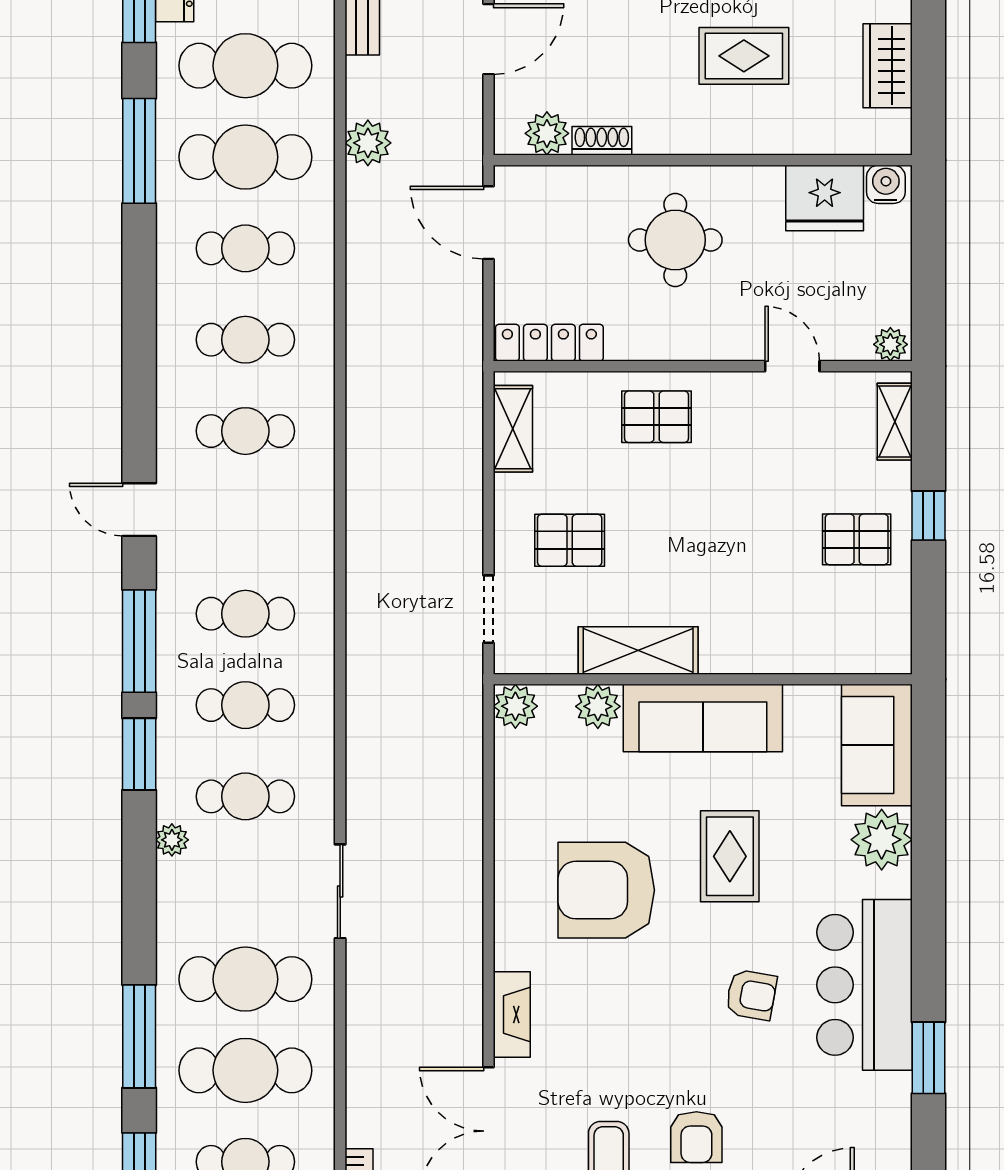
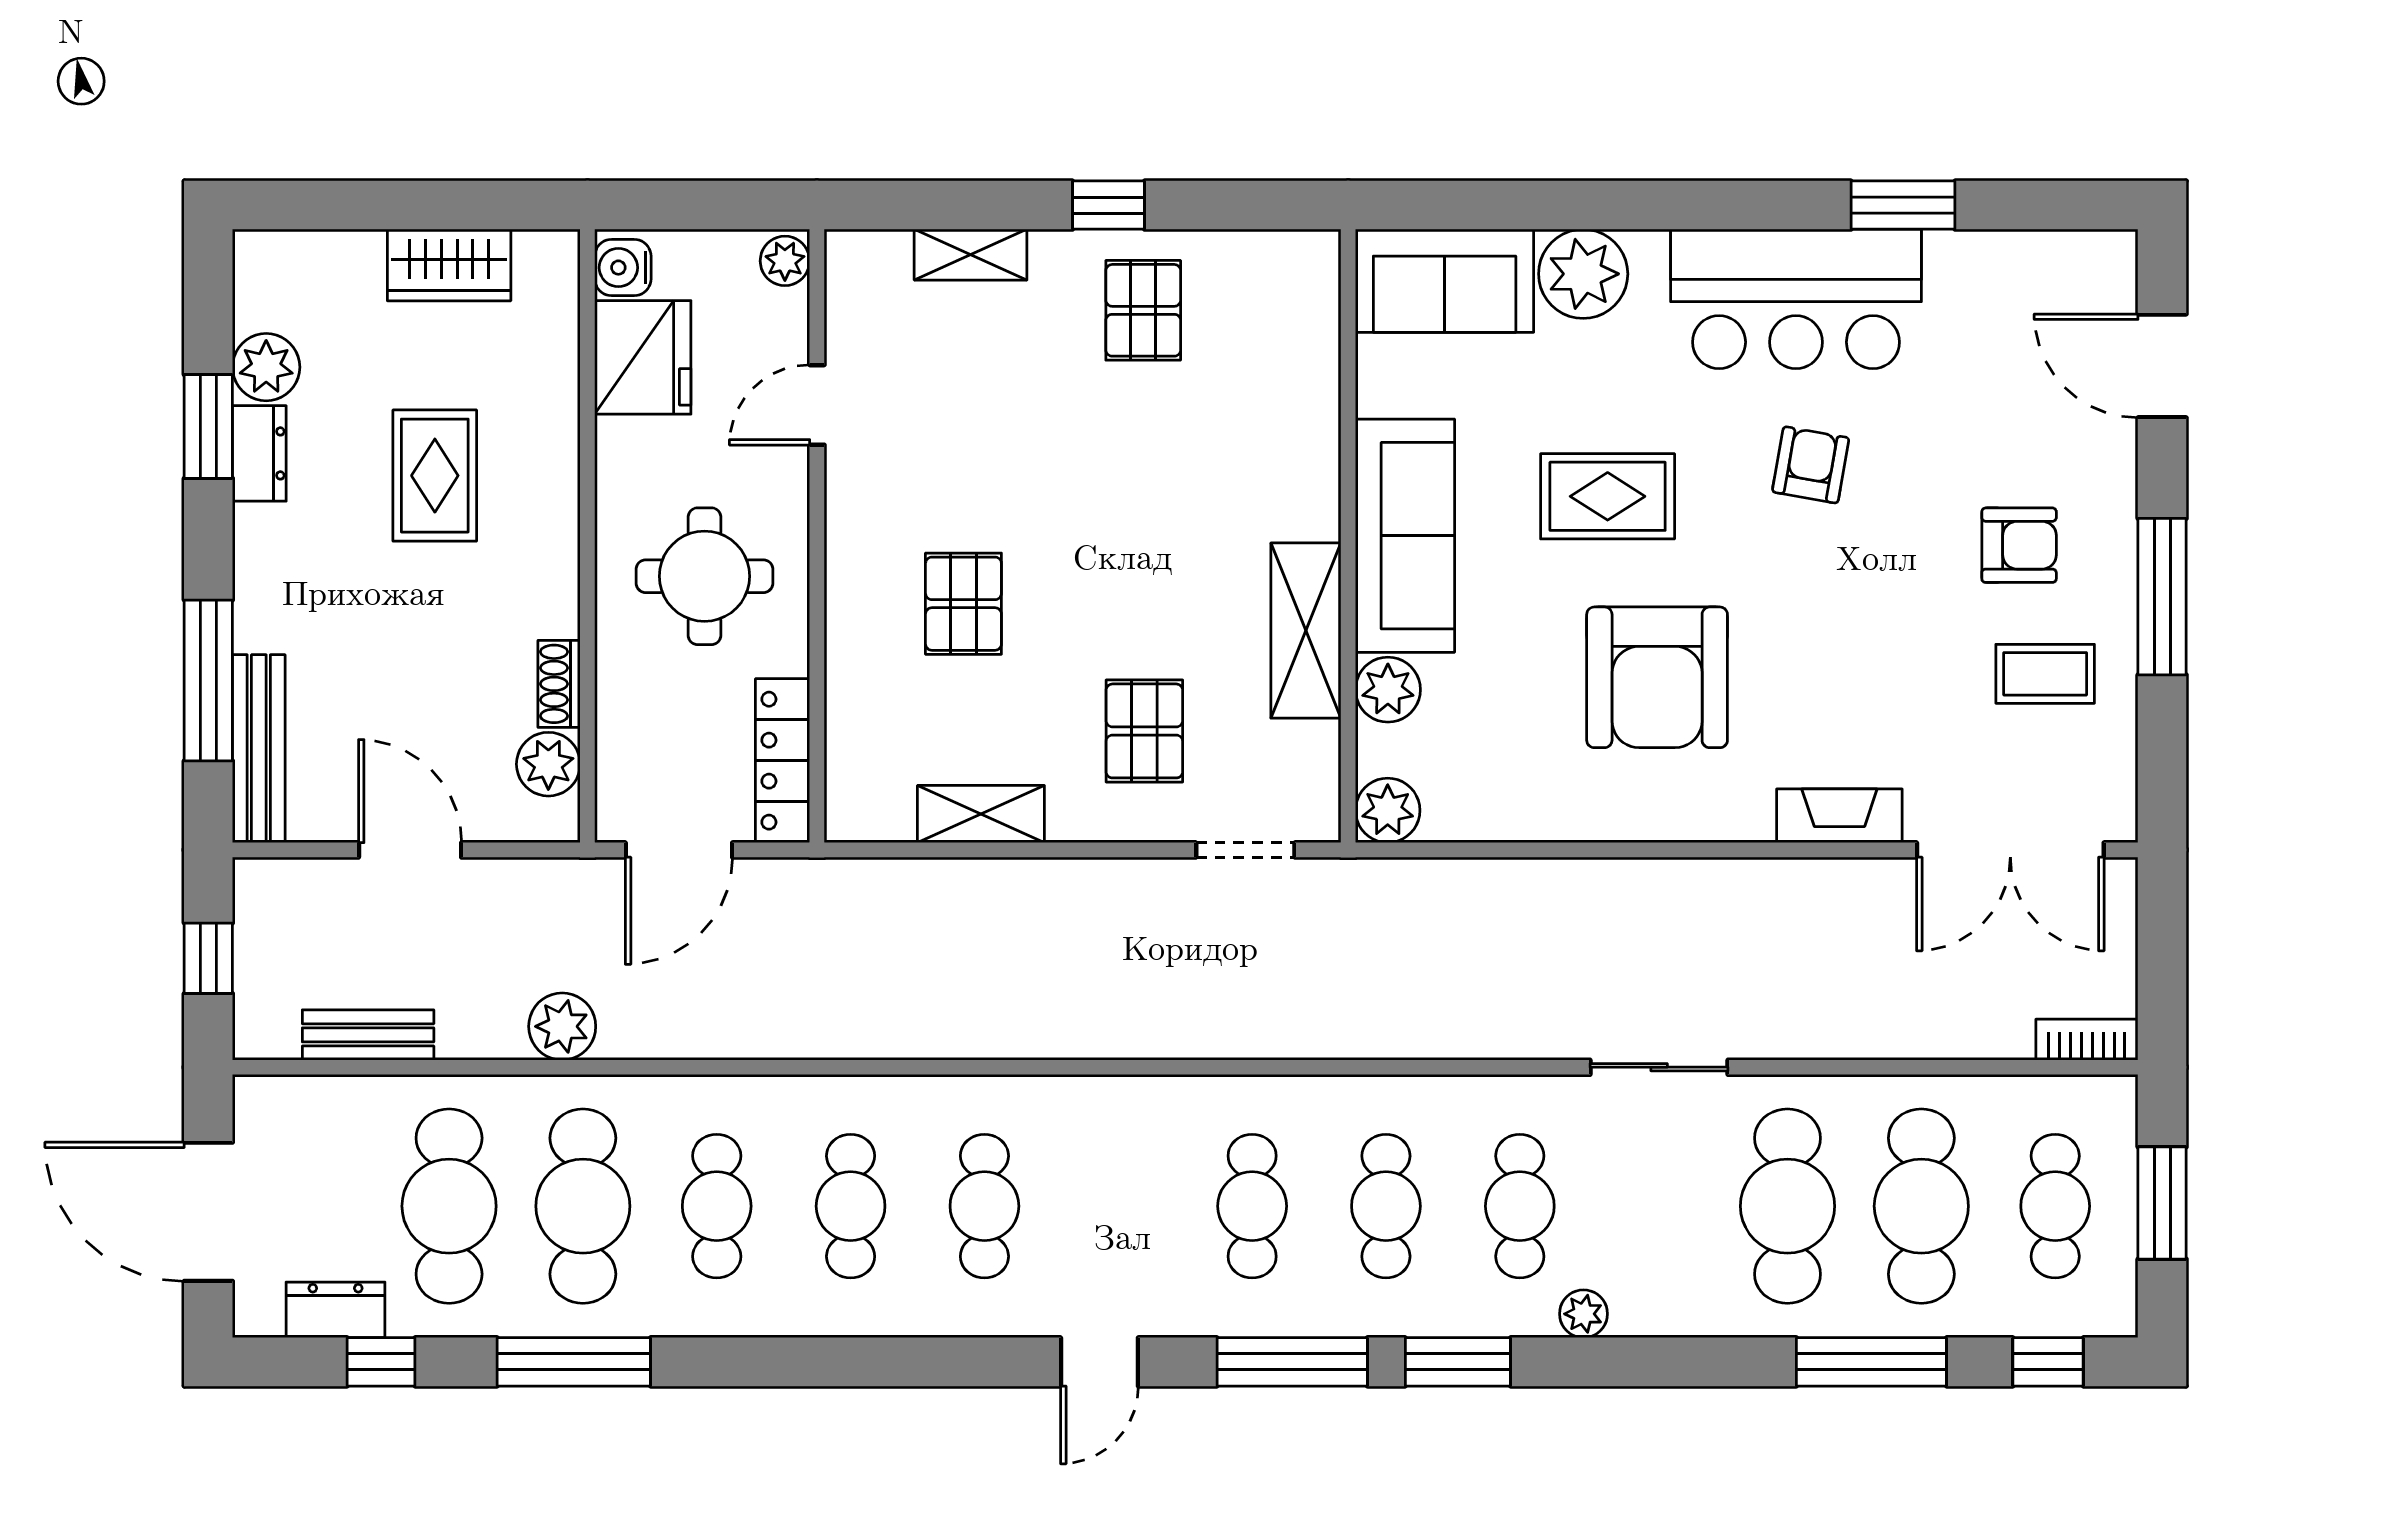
locker: (549, 343) -> (783, 761), moved
plant: (890, 344) -> (785, 261), moved
wall: (703, 366) -> (817, 536), moved
door: (792, 366) -> (817, 405), moved

